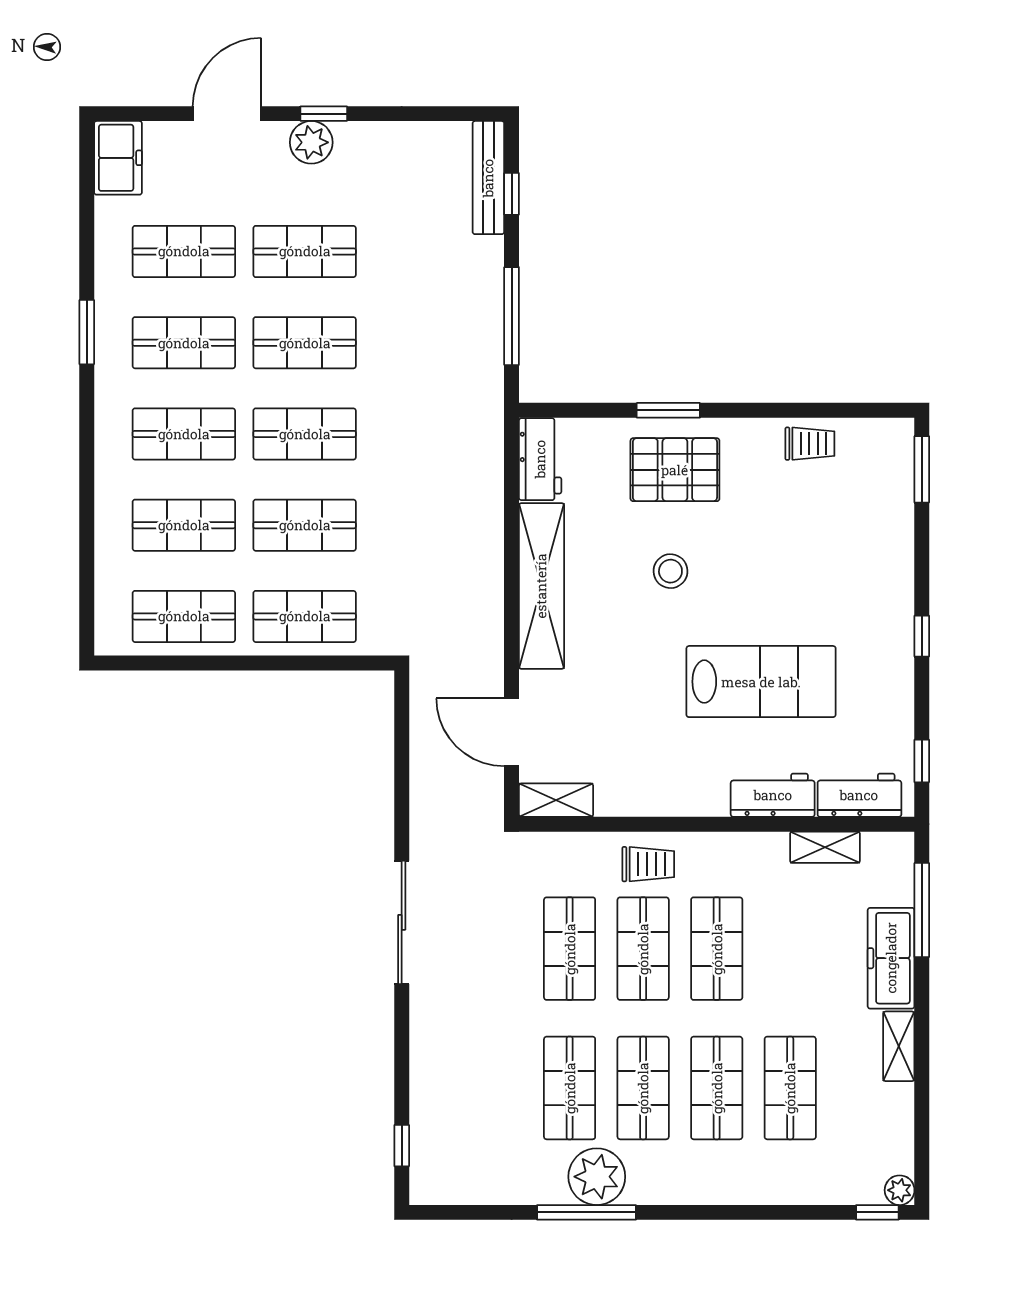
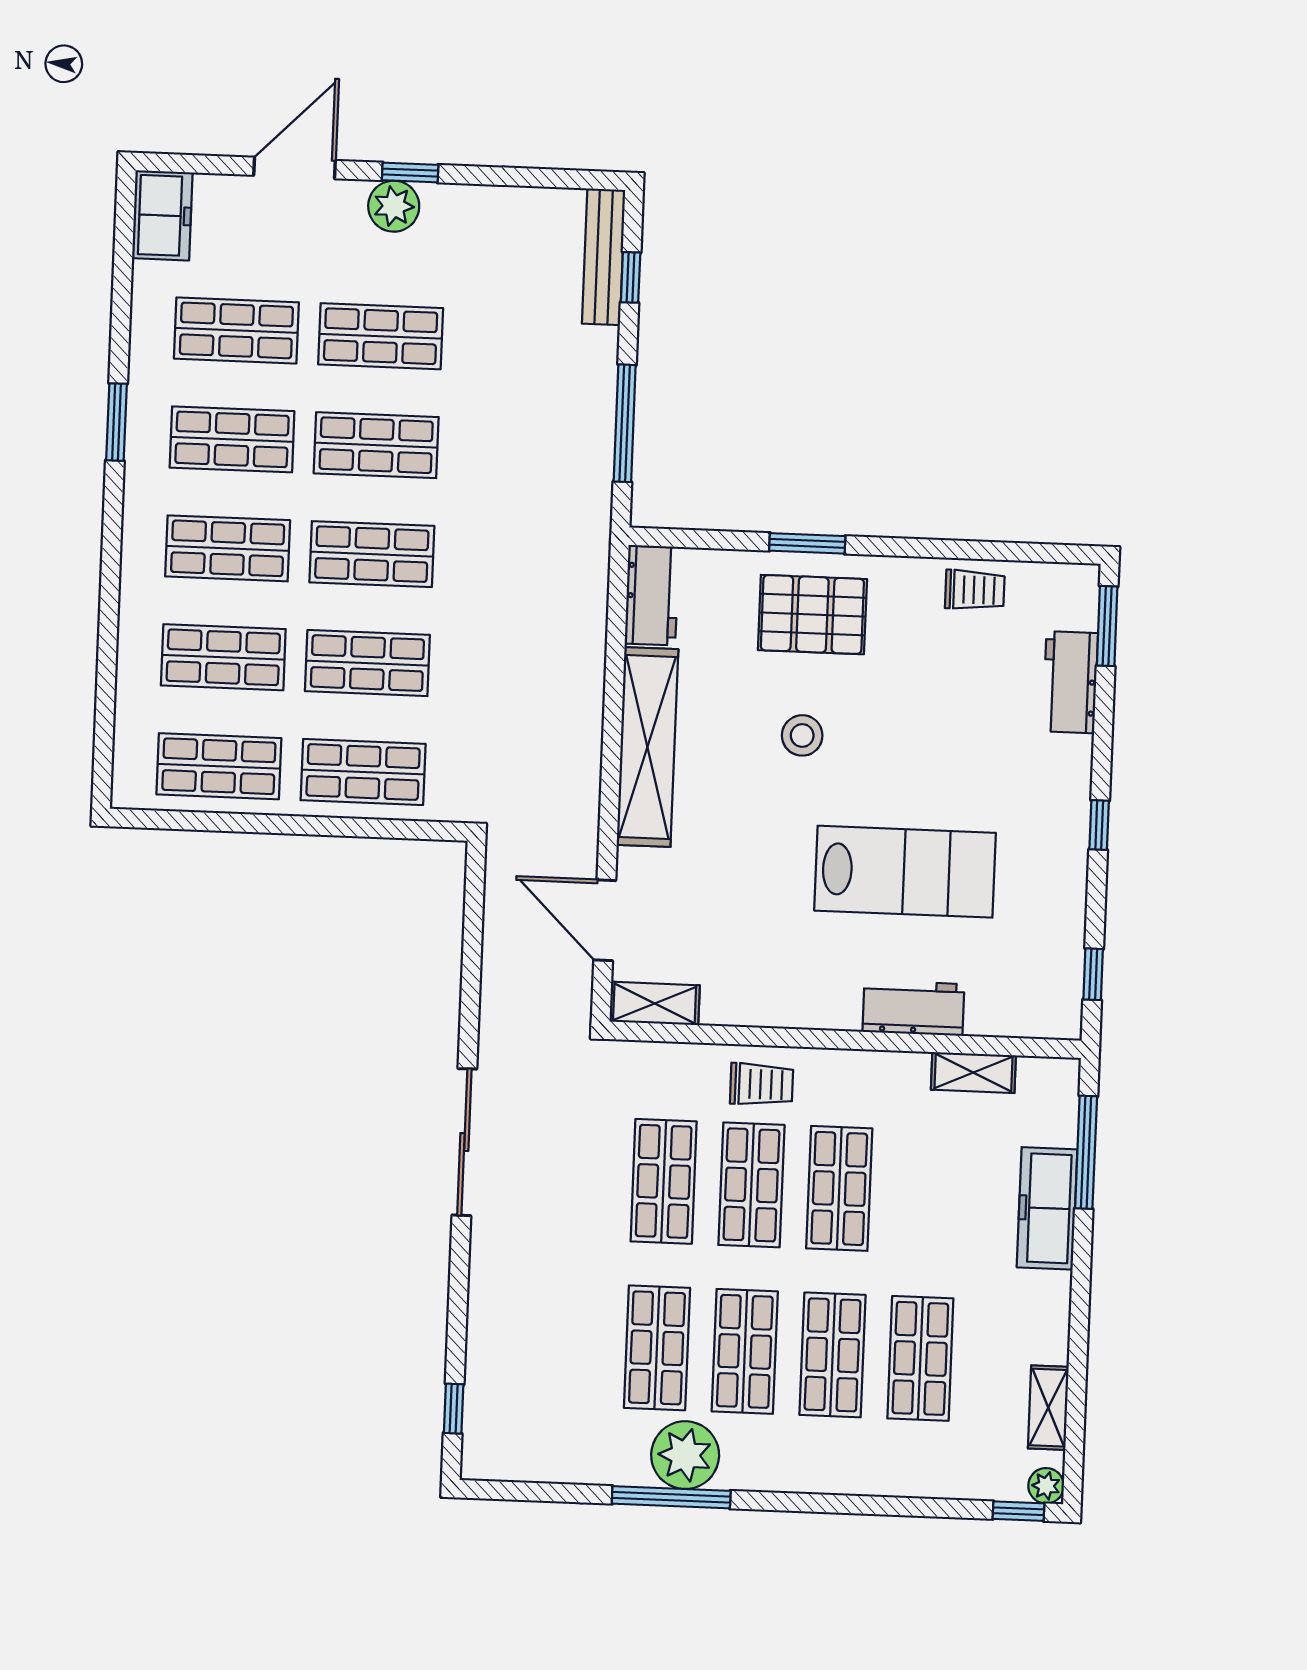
workbench: (859, 795) -> (1070, 682), moved, turned -90
shelving: (899, 1046) -> (1048, 1408), moved

